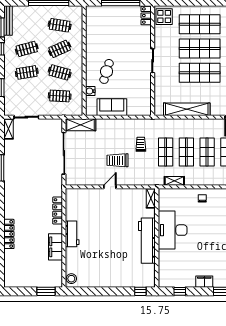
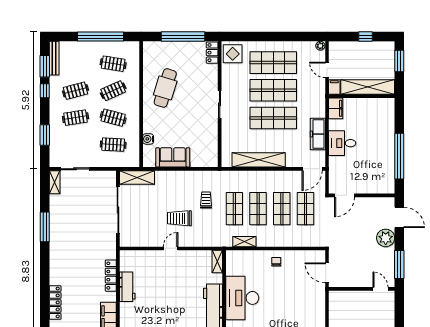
cafe table: (107, 71) -> (165, 88), moved, width x1.37, depth x1.35
workbench: (72, 234) -> (127, 287), moved

